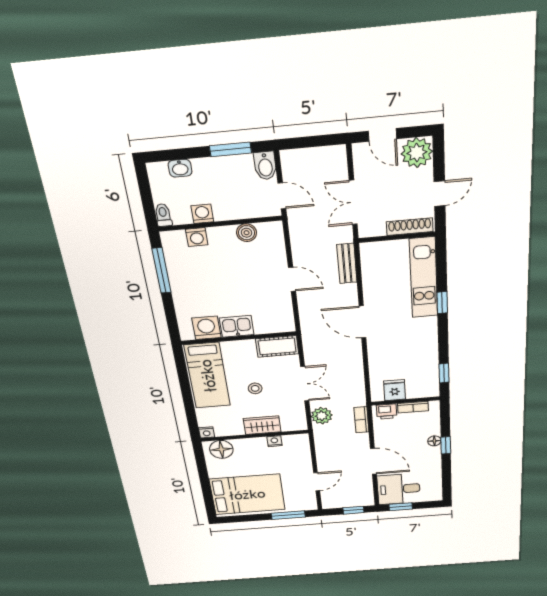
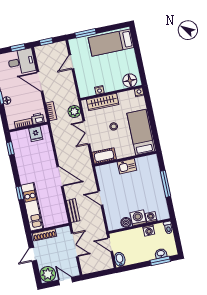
window: (230, 149) -> (160, 261), moved
window: (162, 271) -> (166, 184), moved
washing machine: (206, 328) -> (138, 218), moved, turned 180
wardrobe: (262, 425) -> (103, 102), width x1.50
bed: (247, 494) -> (111, 43), width x0.67

